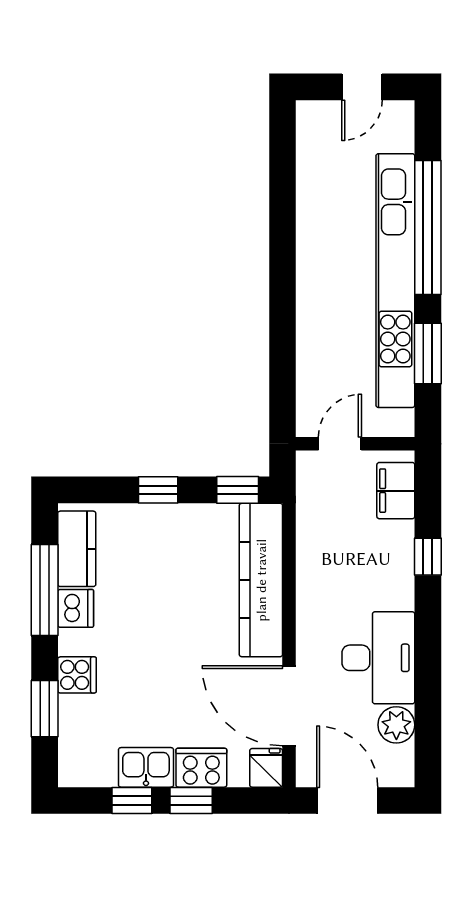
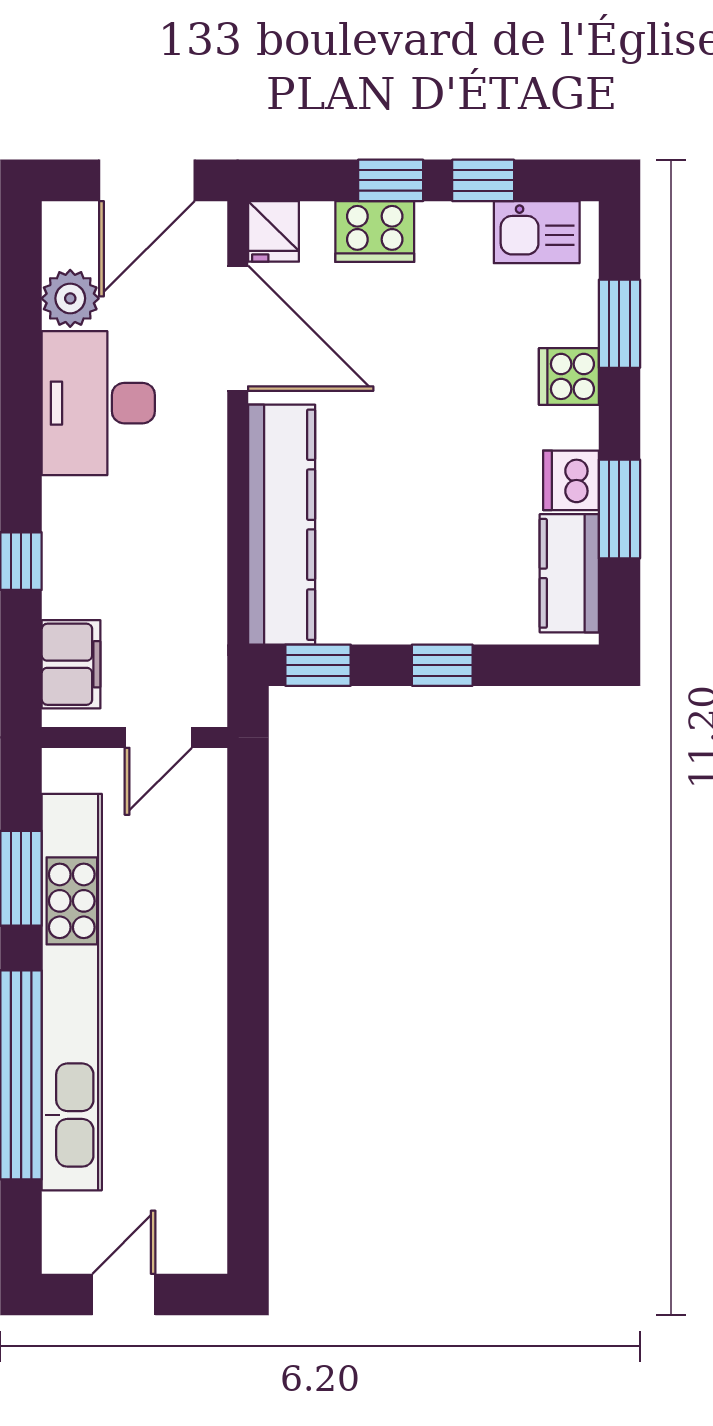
window: (45, 590) -> (619, 509), width x0.69
kitchen sink: (146, 767) -> (537, 232), moved
door: (347, 800) -> (147, 180), hinge flipped

